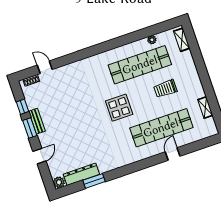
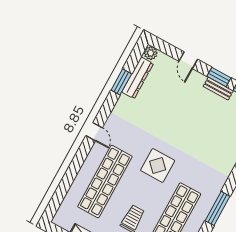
window: (106, 46) -> (218, 208), added
door: (173, 154) -> (94, 132), moved

